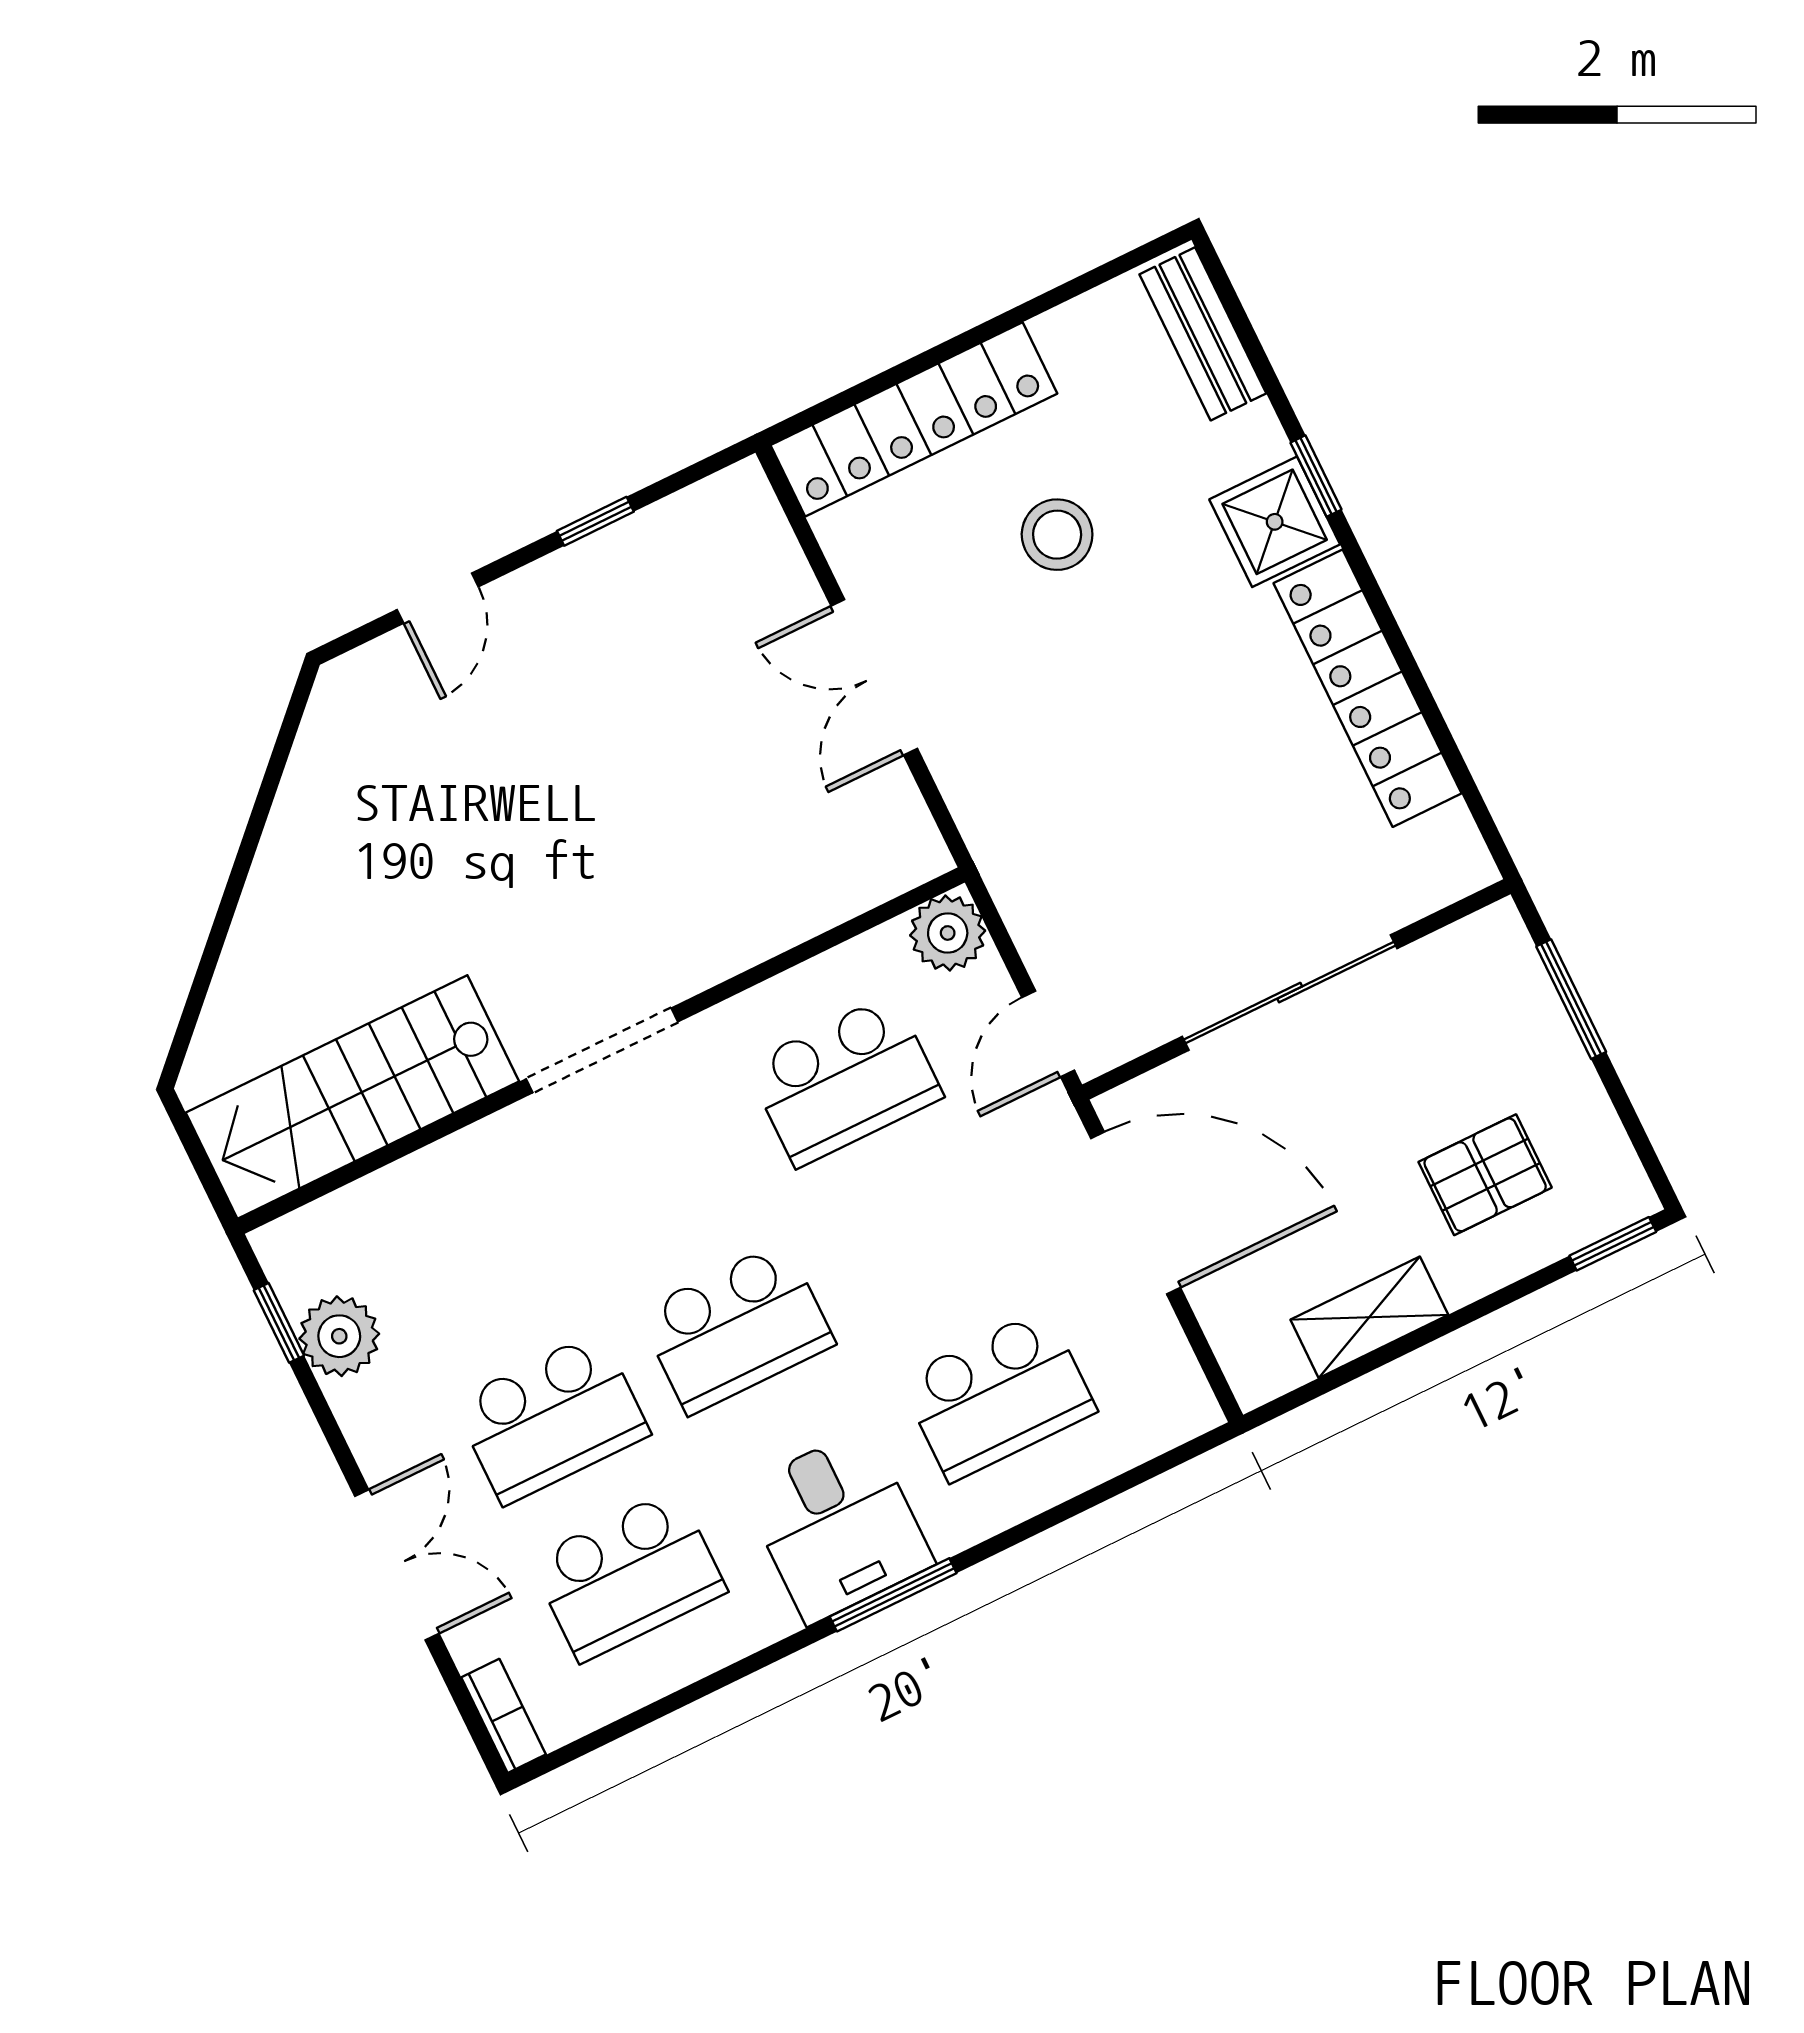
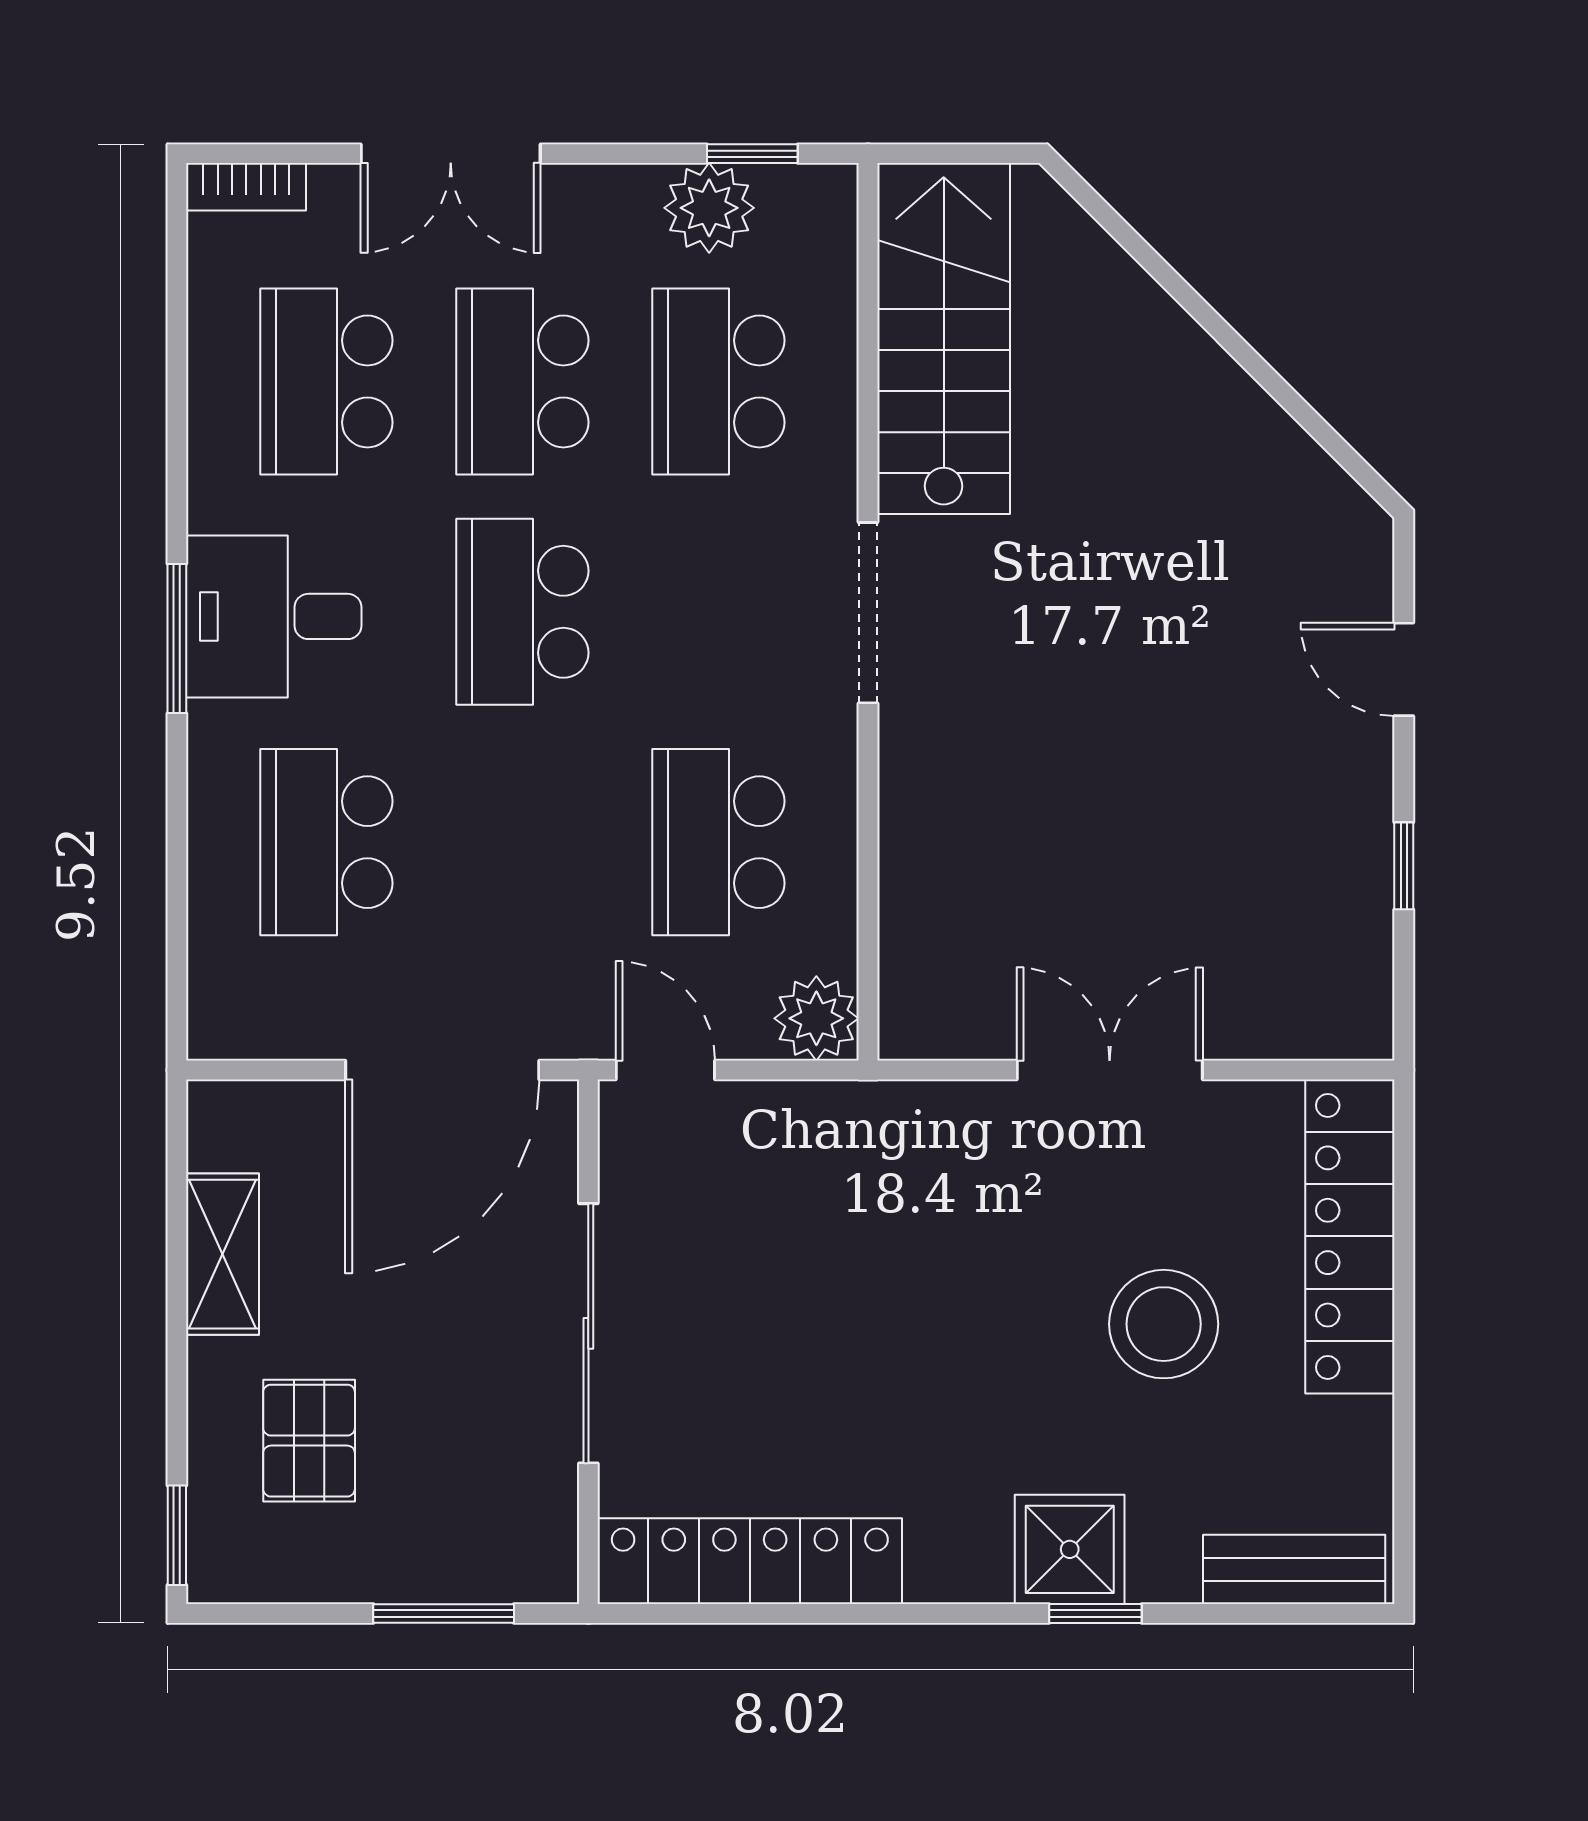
stool: (1057, 535) -> (1164, 1324), width x1.38, depth x1.38
locker: (1368, 688) -> (750, 1561), moved
school desk: (475, 1261) -> (718, 381), added

